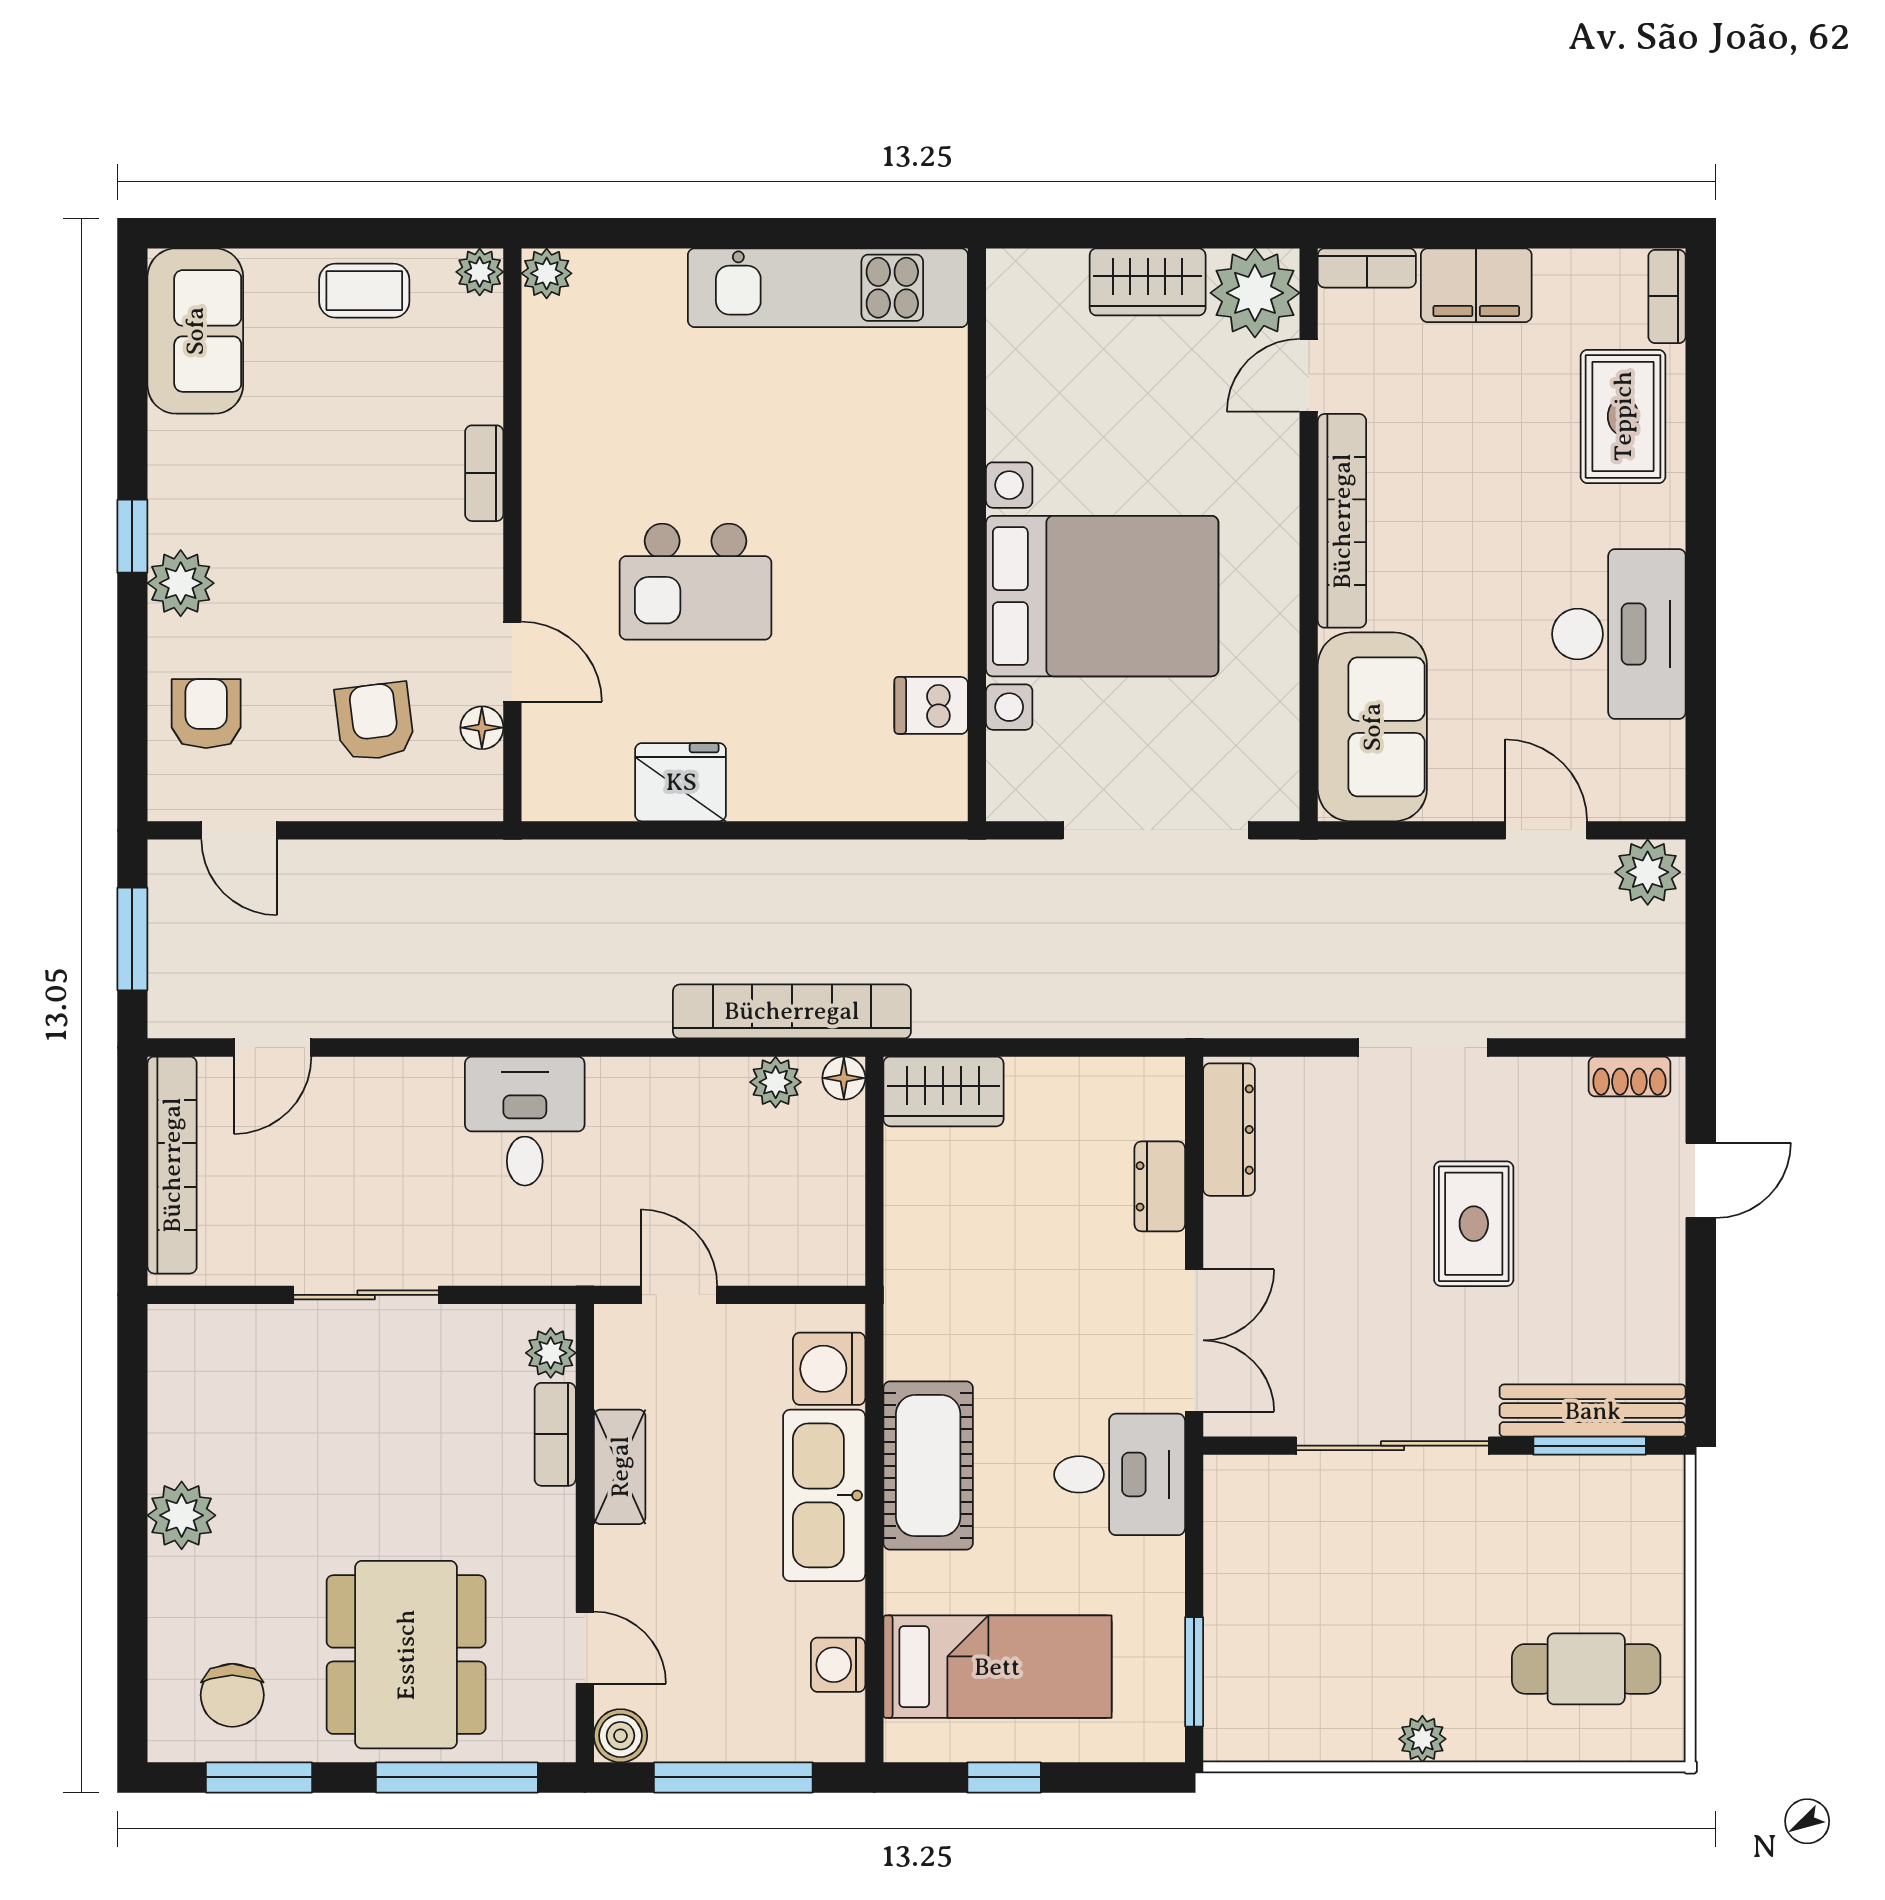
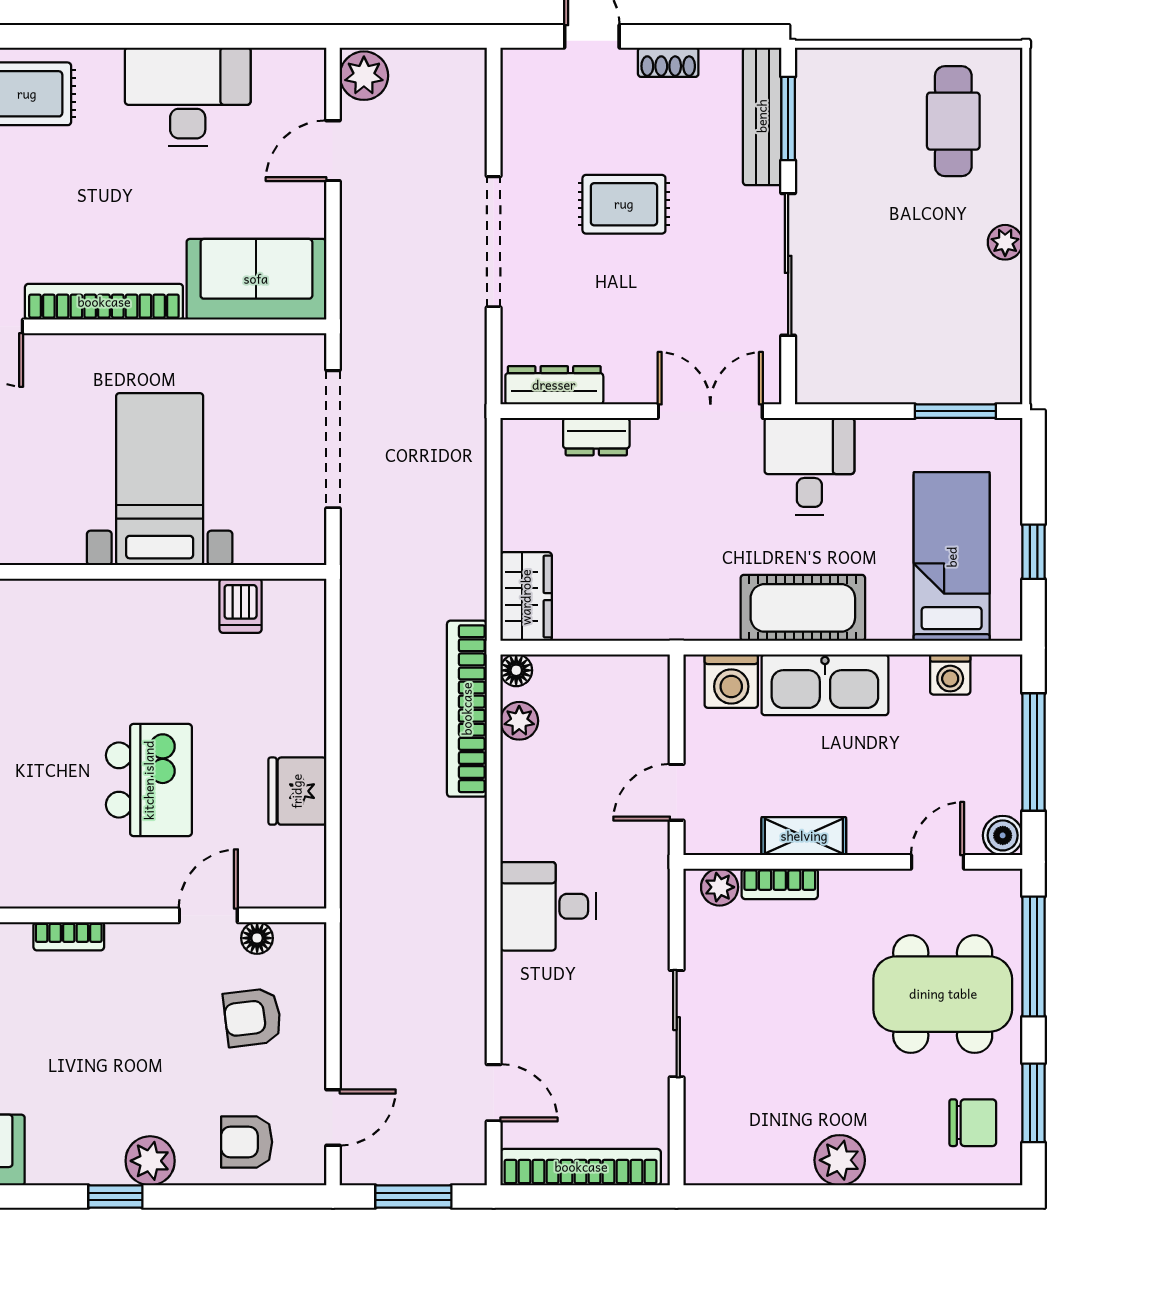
bed with nightstands: (1102, 596) -> (160, 479), width x0.73
doorway: (1423, 1048) -> (494, 242), width x1.36
shoe rack: (1629, 1076) -> (668, 62), moved, turned 90

